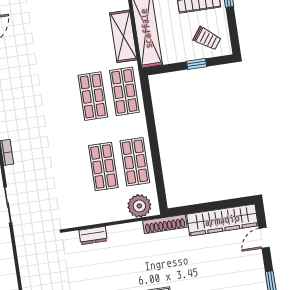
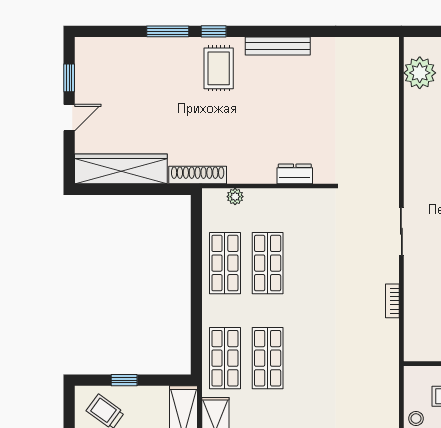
plant: (139, 206) -> (235, 197), width x0.53, depth x0.53
door: (264, 238) -> (69, 118), moved

